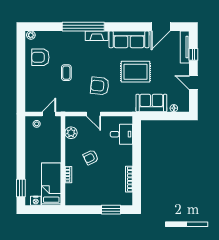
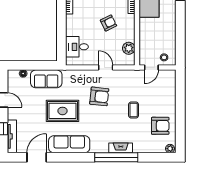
fireplace: (97, 36) -> (121, 148), moved

